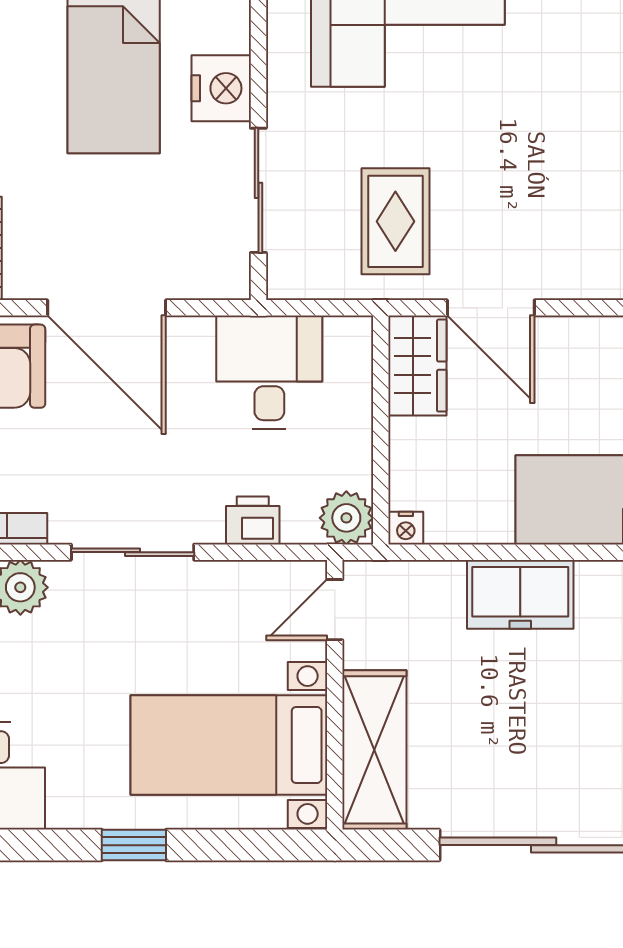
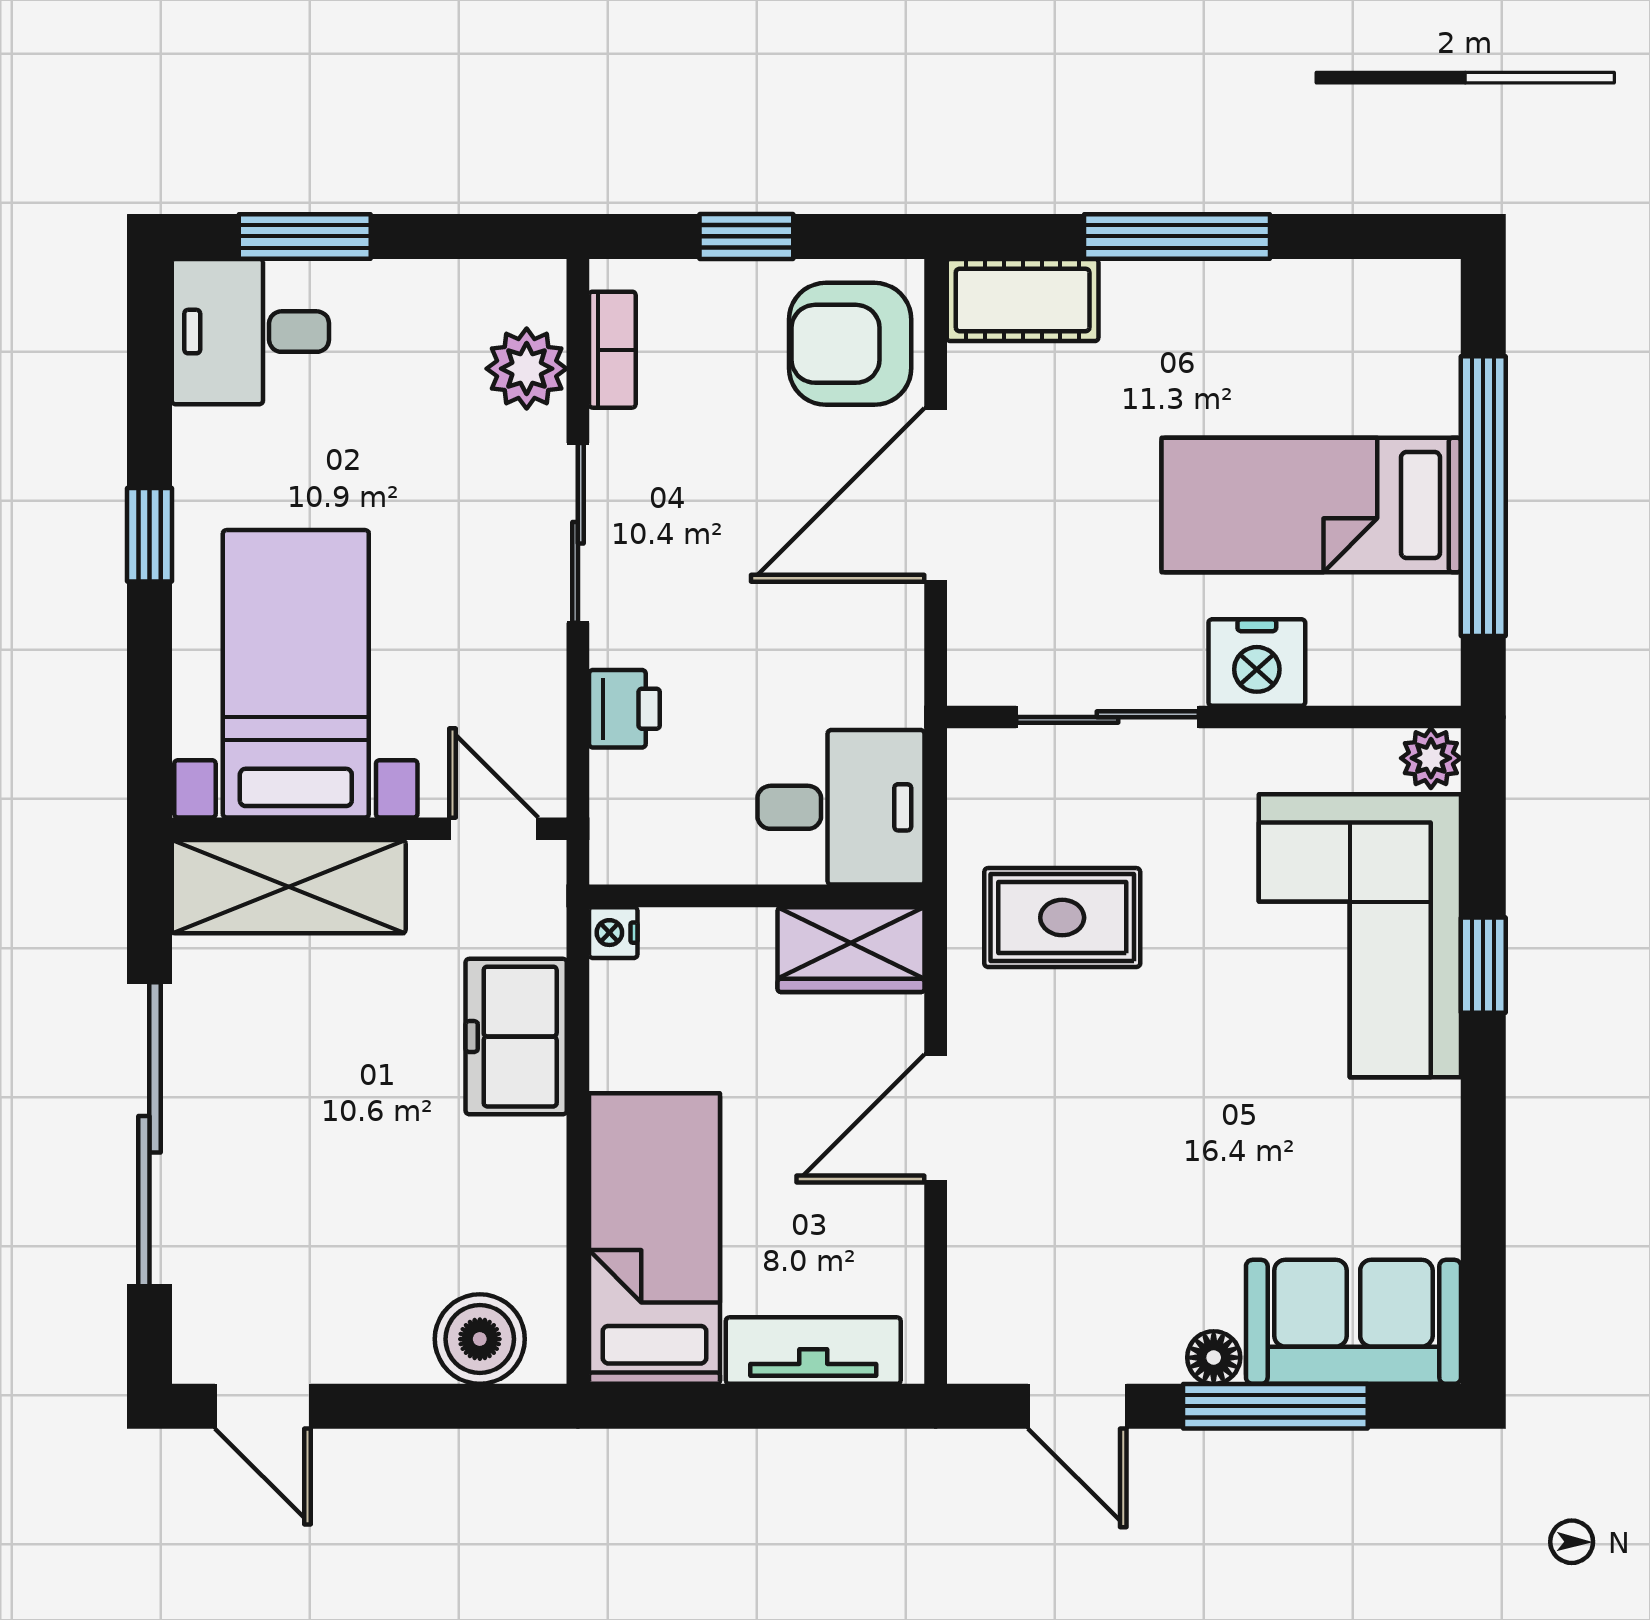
door: (491, 308) -> (936, 1118), moved
desk: (269, 372) -> (841, 807), moved
plant: (346, 518) -> (628, 846), removed
freezer: (520, 594) -> (516, 1037), moved

